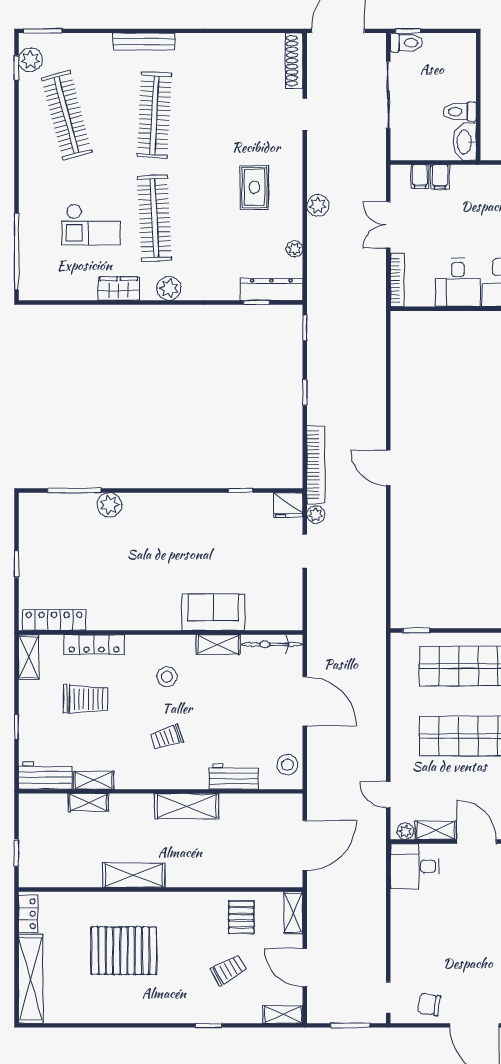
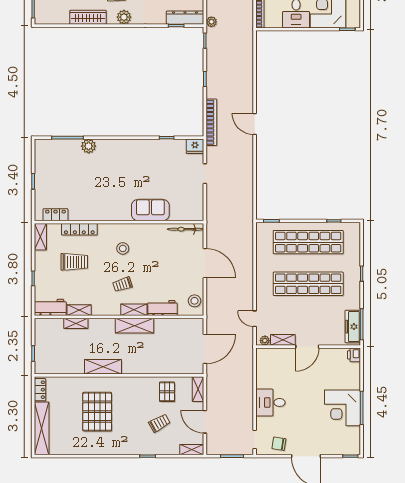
wardrobe: (119, 289) -> (88, 17), width x1.50
plant: (316, 515) -> (211, 22), moved
locker: (54, 620) -> (55, 215), width x0.66
shelving: (218, 644) -> (134, 310), moved
door: (477, 842) -> (307, 347), swing flipped
desk: (415, 866) -> (270, 402), moved
pallet: (124, 951) -> (97, 412), turned 90

